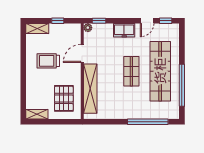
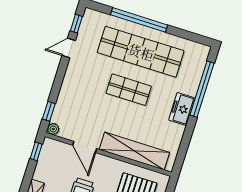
window: (58, 21) -> (36, 151), moved
door: (147, 21) -> (69, 48), swing flipped
freezer: (124, 30) -> (182, 109), moved, turned 180
window: (182, 85) -> (139, 20), moved

